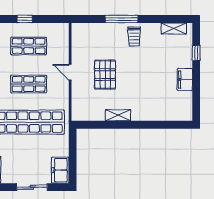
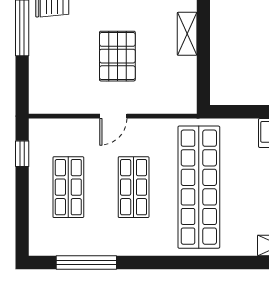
window: (25, 19) -> (22, 154), moved
pallet: (105, 75) -> (117, 56), turned 90

